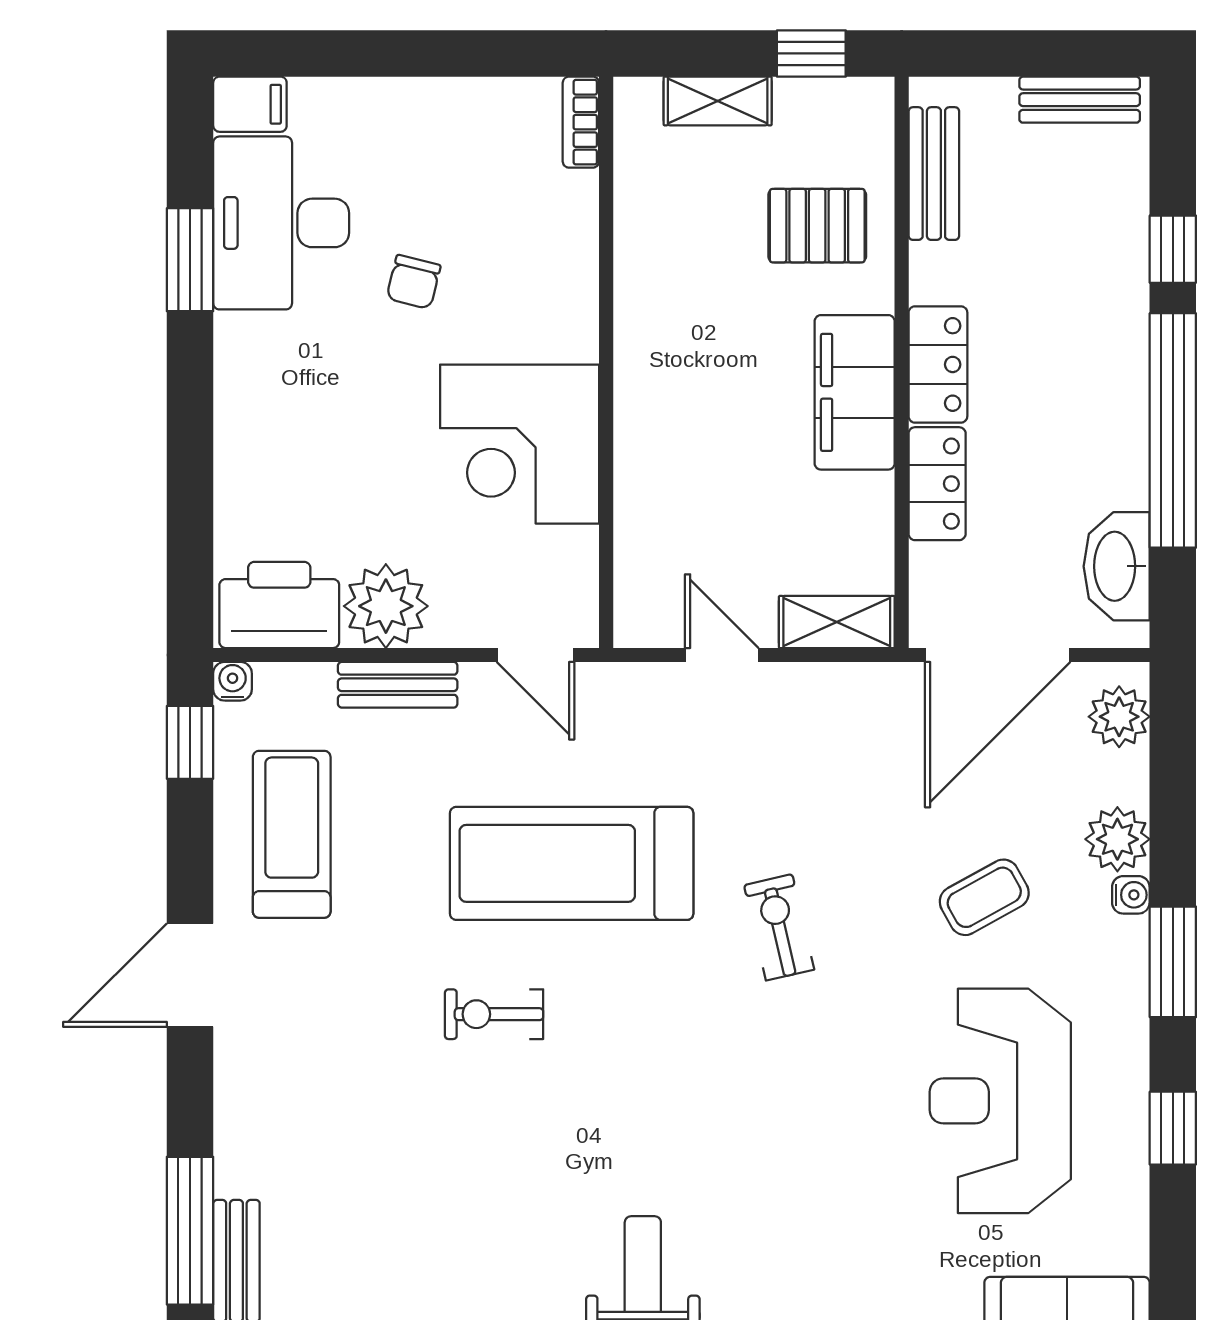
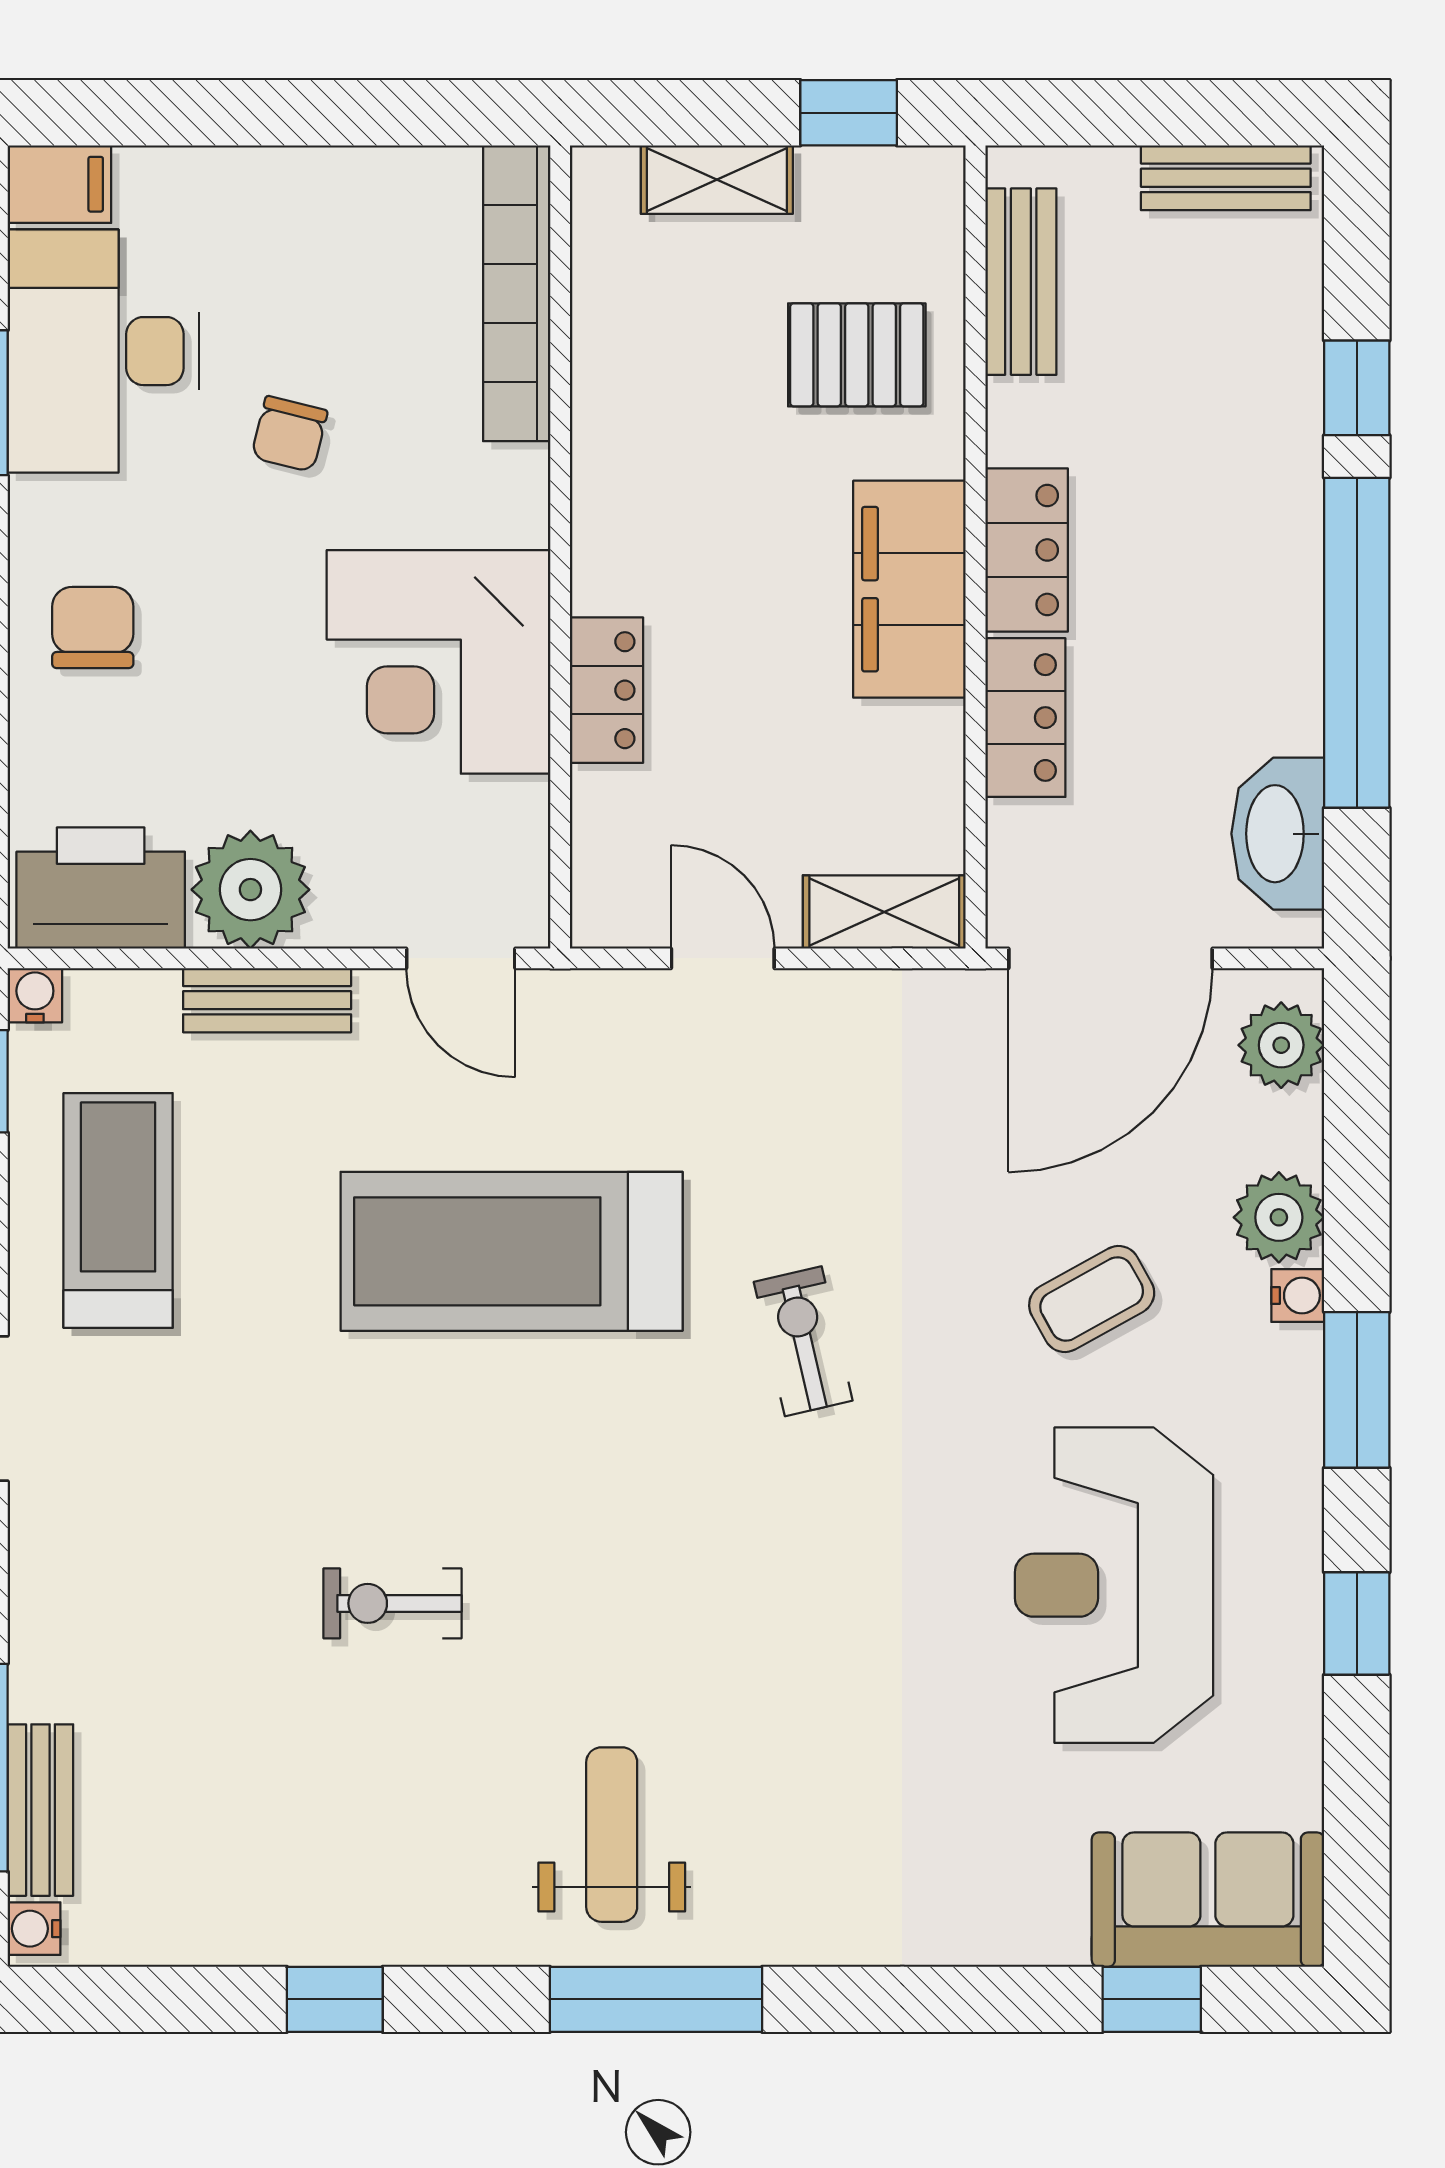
bookcase: (581, 122) -> (517, 293), width x2.31, depth x1.31
chair: (274, 420) -> (93, 628), added
locker: (639, 464) -> (607, 690), added
exercise bike: (494, 1014) -> (393, 1603), moved

